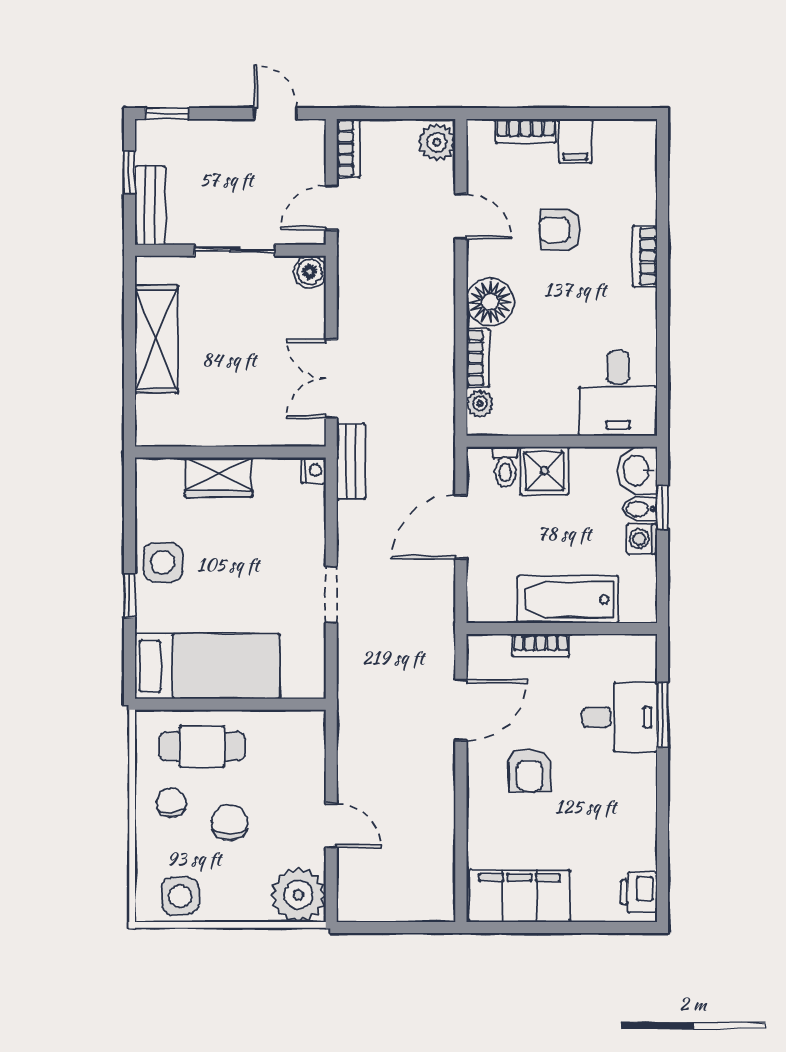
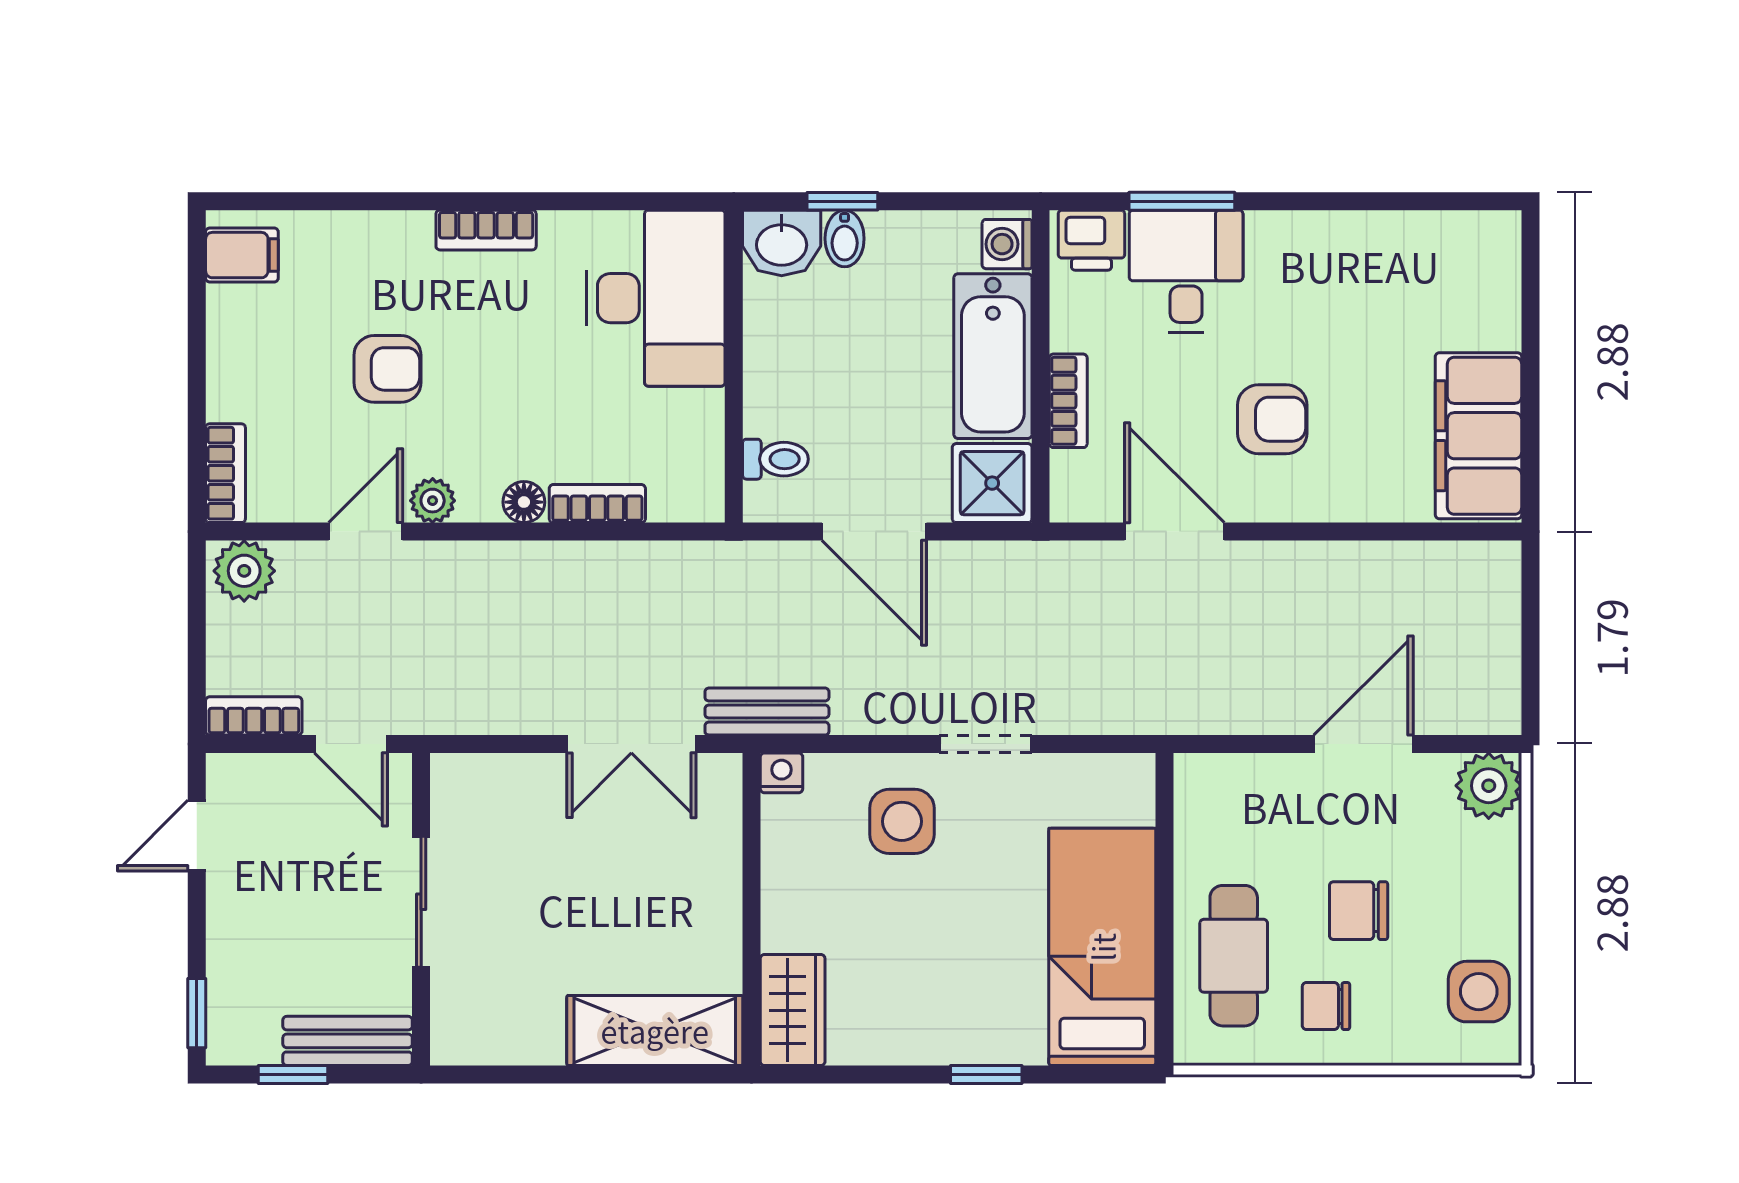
bookcase: (526, 131) -> (225, 473), moved
filing cabinet: (575, 141) -> (242, 255), moved
armchair: (560, 230) -> (387, 369), turned -90
bookcase: (645, 256) -> (486, 230), moved
boiler: (310, 272) -> (456, 779), removed
floor lamp: (490, 302) -> (524, 502), width x0.53, depth x0.53
shelving: (156, 339) -> (655, 1030), moved
desk: (618, 394) -> (656, 298), width x1.37
plant: (480, 404) -> (433, 501), moved
shower: (544, 471) -> (992, 483), moved
wardrobe: (219, 477) -> (793, 1010), moved
washing machine: (642, 539) -> (1007, 244), moved, turned 90
side table: (163, 562) -> (902, 821), moved
door: (331, 826) -> (1363, 744), width x1.38
printer: (639, 892) -> (1091, 240), moved
plant: (298, 895) -> (1489, 786), width x0.73, depth x0.73

